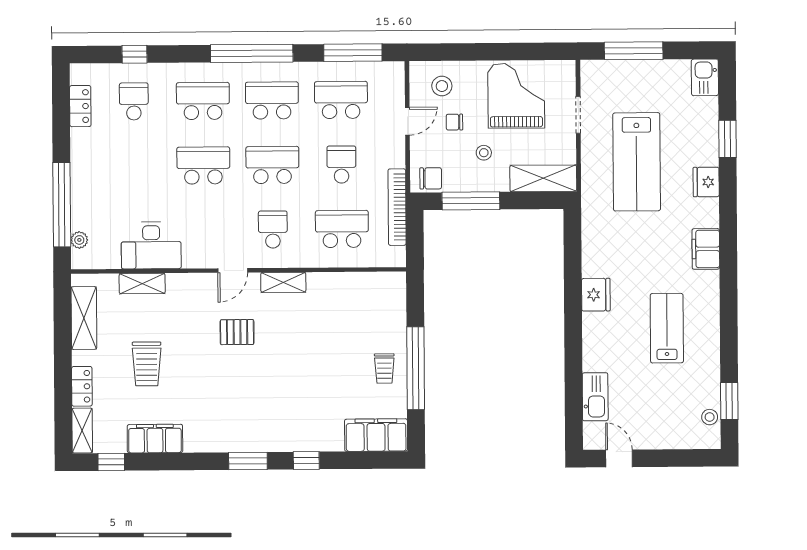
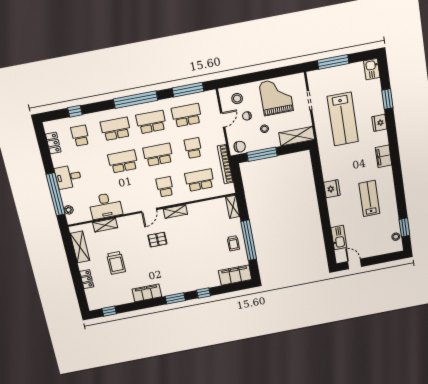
desk: (93, 176) -> (68, 177), added
shelving: (82, 431) -> (233, 207), moved
filing cabinet: (155, 439) -> (147, 293), moved

